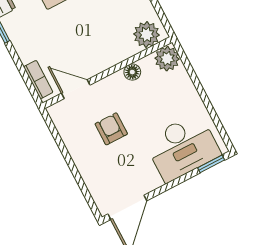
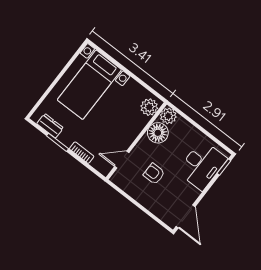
floor lamp: (132, 72) -> (158, 133), width x1.89, depth x1.89
bookcase: (38, 80) -> (82, 153), moved

